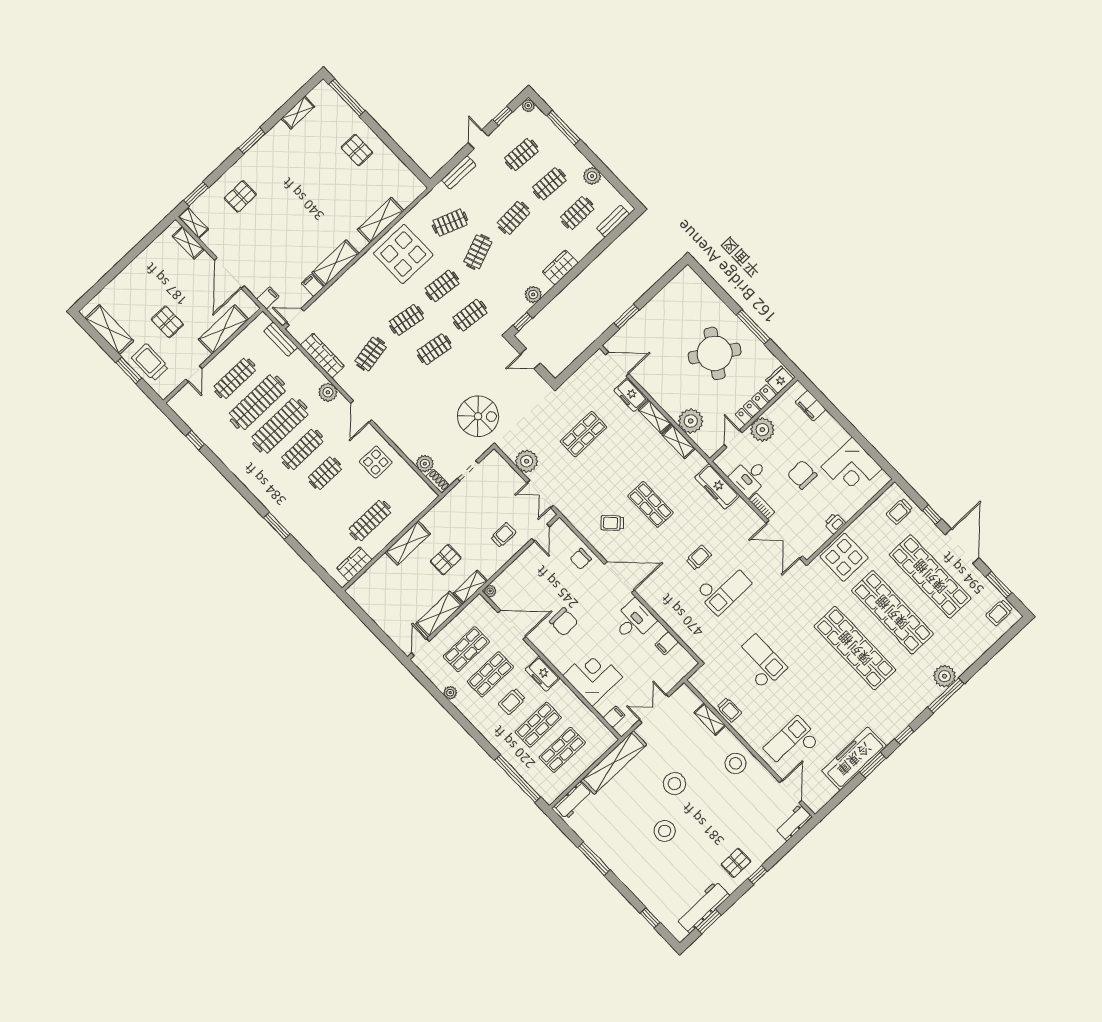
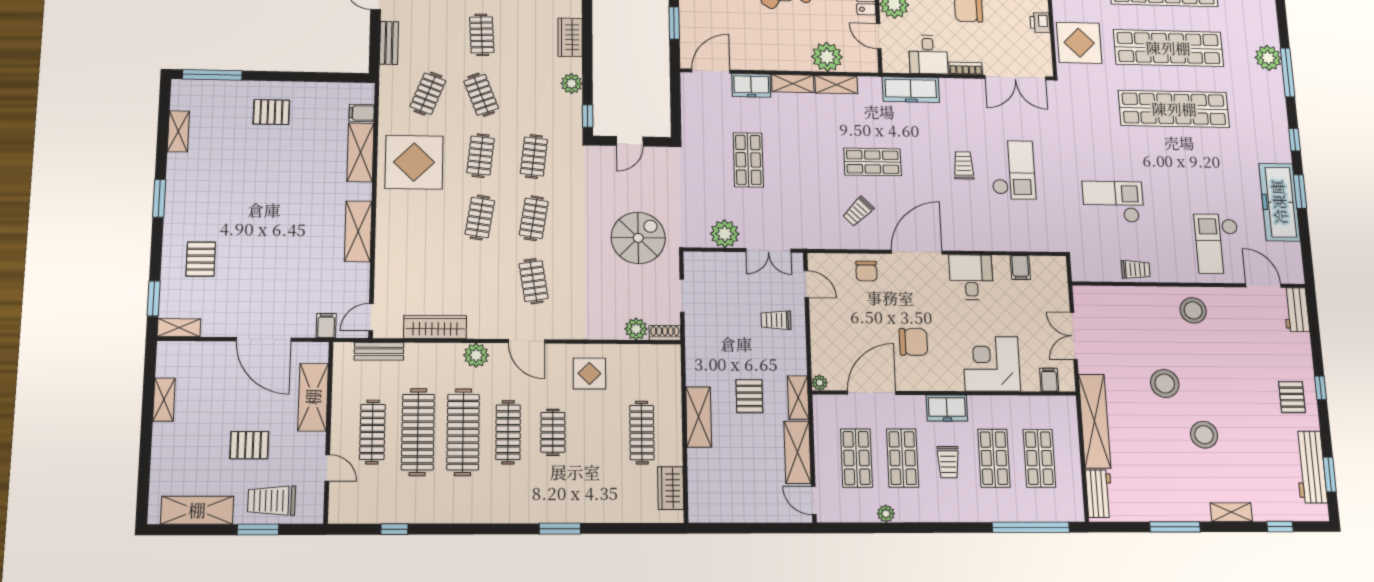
shelving: (188, 243) -> (164, 400), moved, turned 90
filing cabinet: (312, 285) -> (362, 113), moved
clothes rail: (371, 354) -> (534, 281), moved
trolley: (503, 535) -> (776, 320), turned -90
shelving: (710, 719) -> (1231, 512), moved

